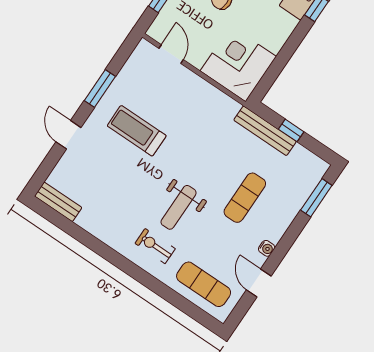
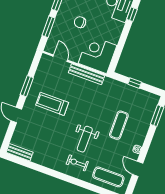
bench: (265, 131) -> (87, 74), moved

